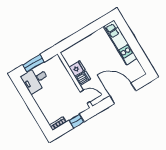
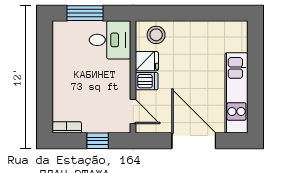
kitchen unit: (120, 43) -> (236, 93), moved
stool: (74, 53) -> (156, 35), added
desk: (35, 80) -> (110, 40), moved, turned 180

